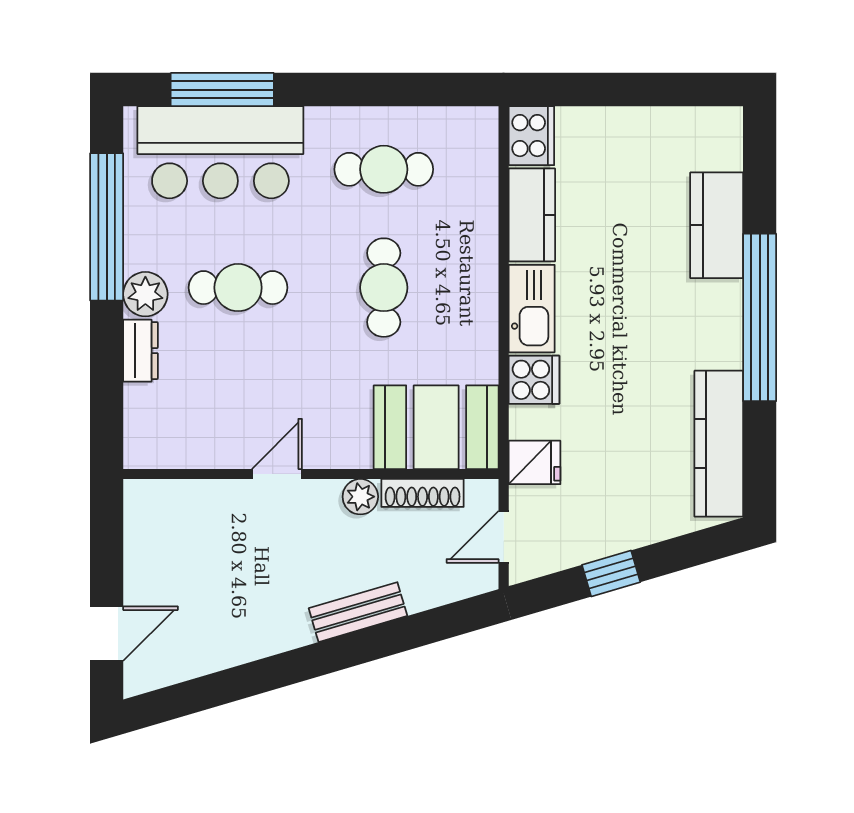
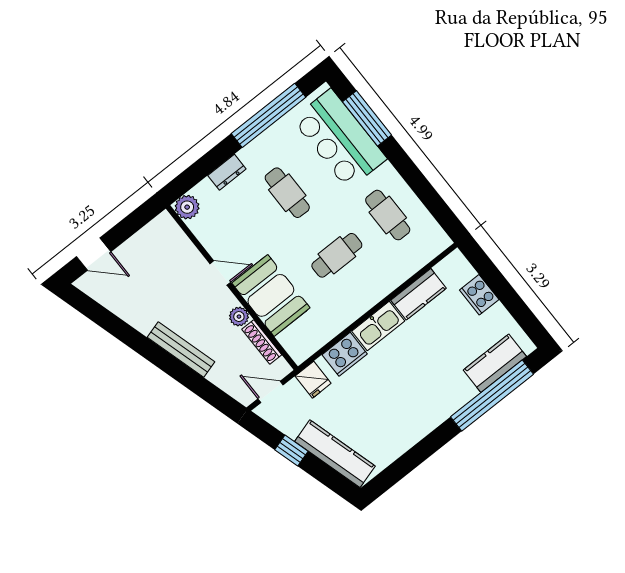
cooker: (531, 136) -> (479, 295), moved, turned 90
kitchen counter: (717, 225) -> (495, 363), moved
plant: (145, 294) -> (187, 207), moved
window: (760, 317) -> (492, 396), moved
cooker: (534, 380) -> (345, 354), width x1.36
booth: (436, 427) -> (271, 295), moved
kitchen counter: (719, 444) -> (335, 454), moved, turned 74
bench: (358, 612) -> (181, 349), width x1.36

